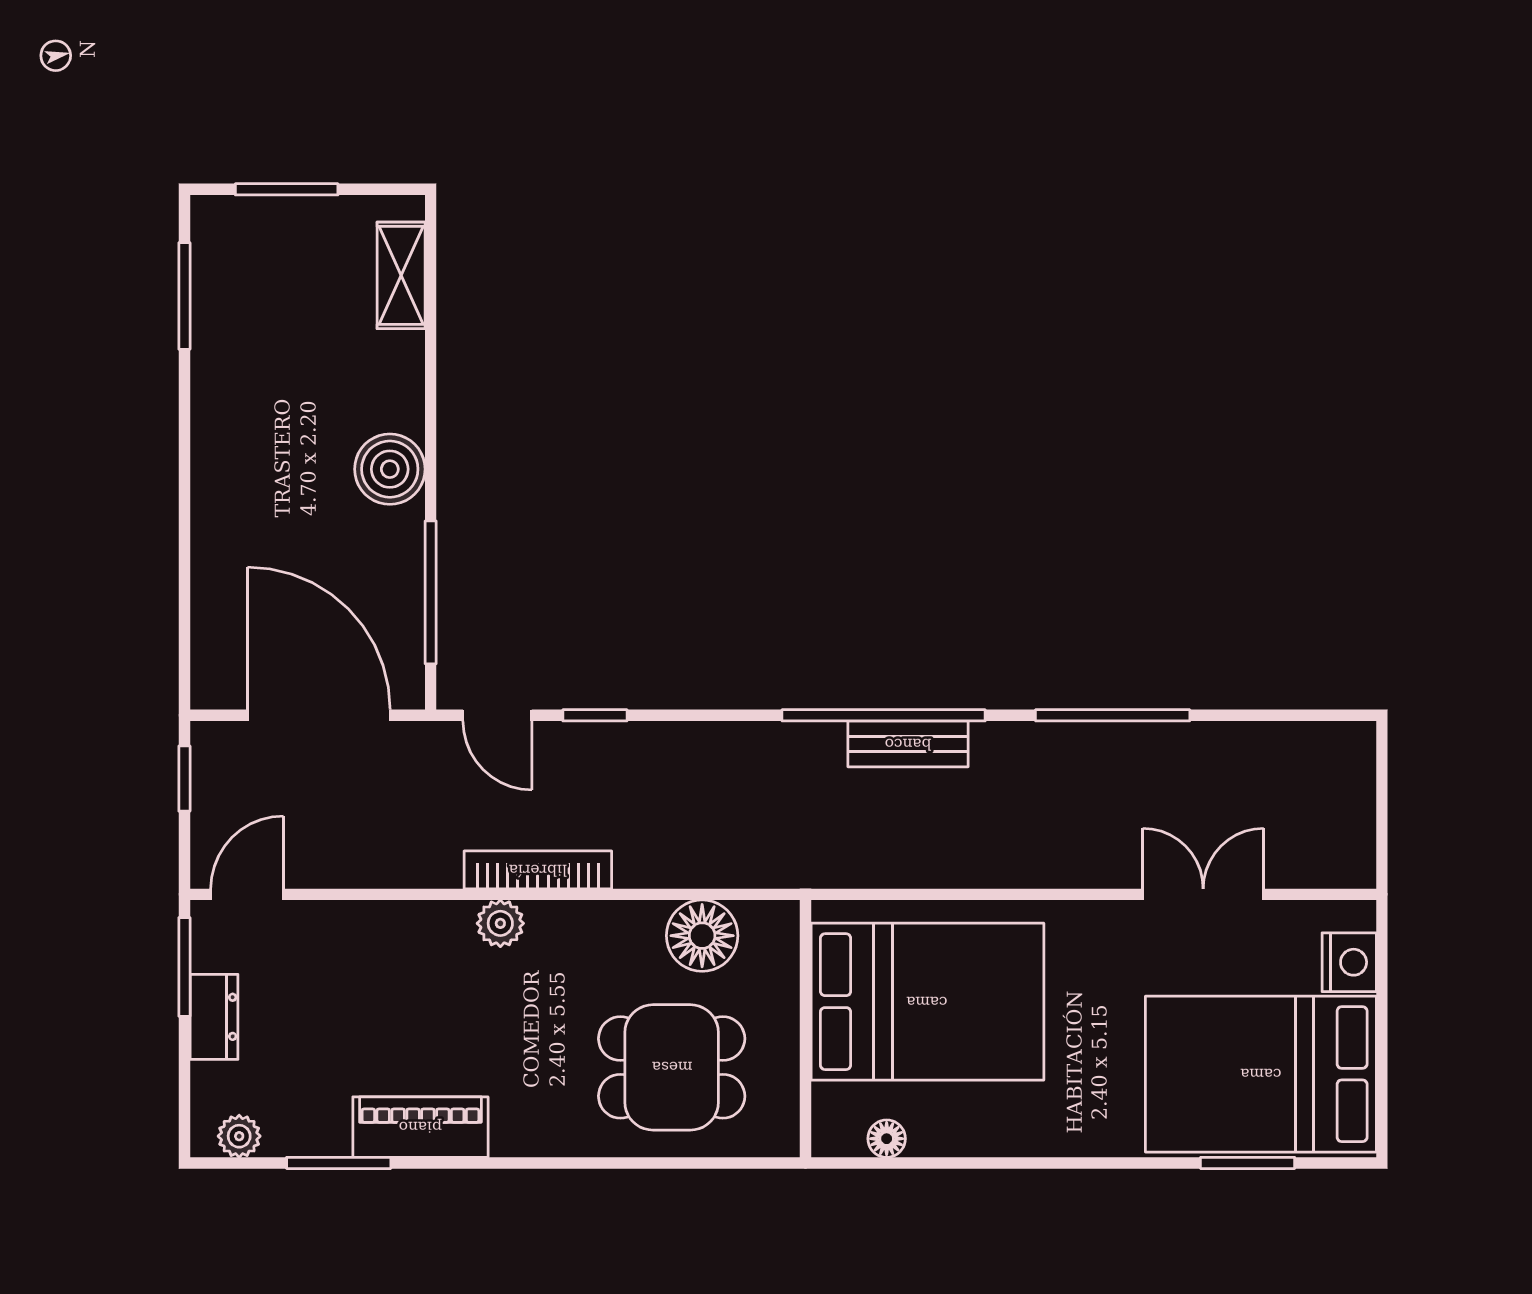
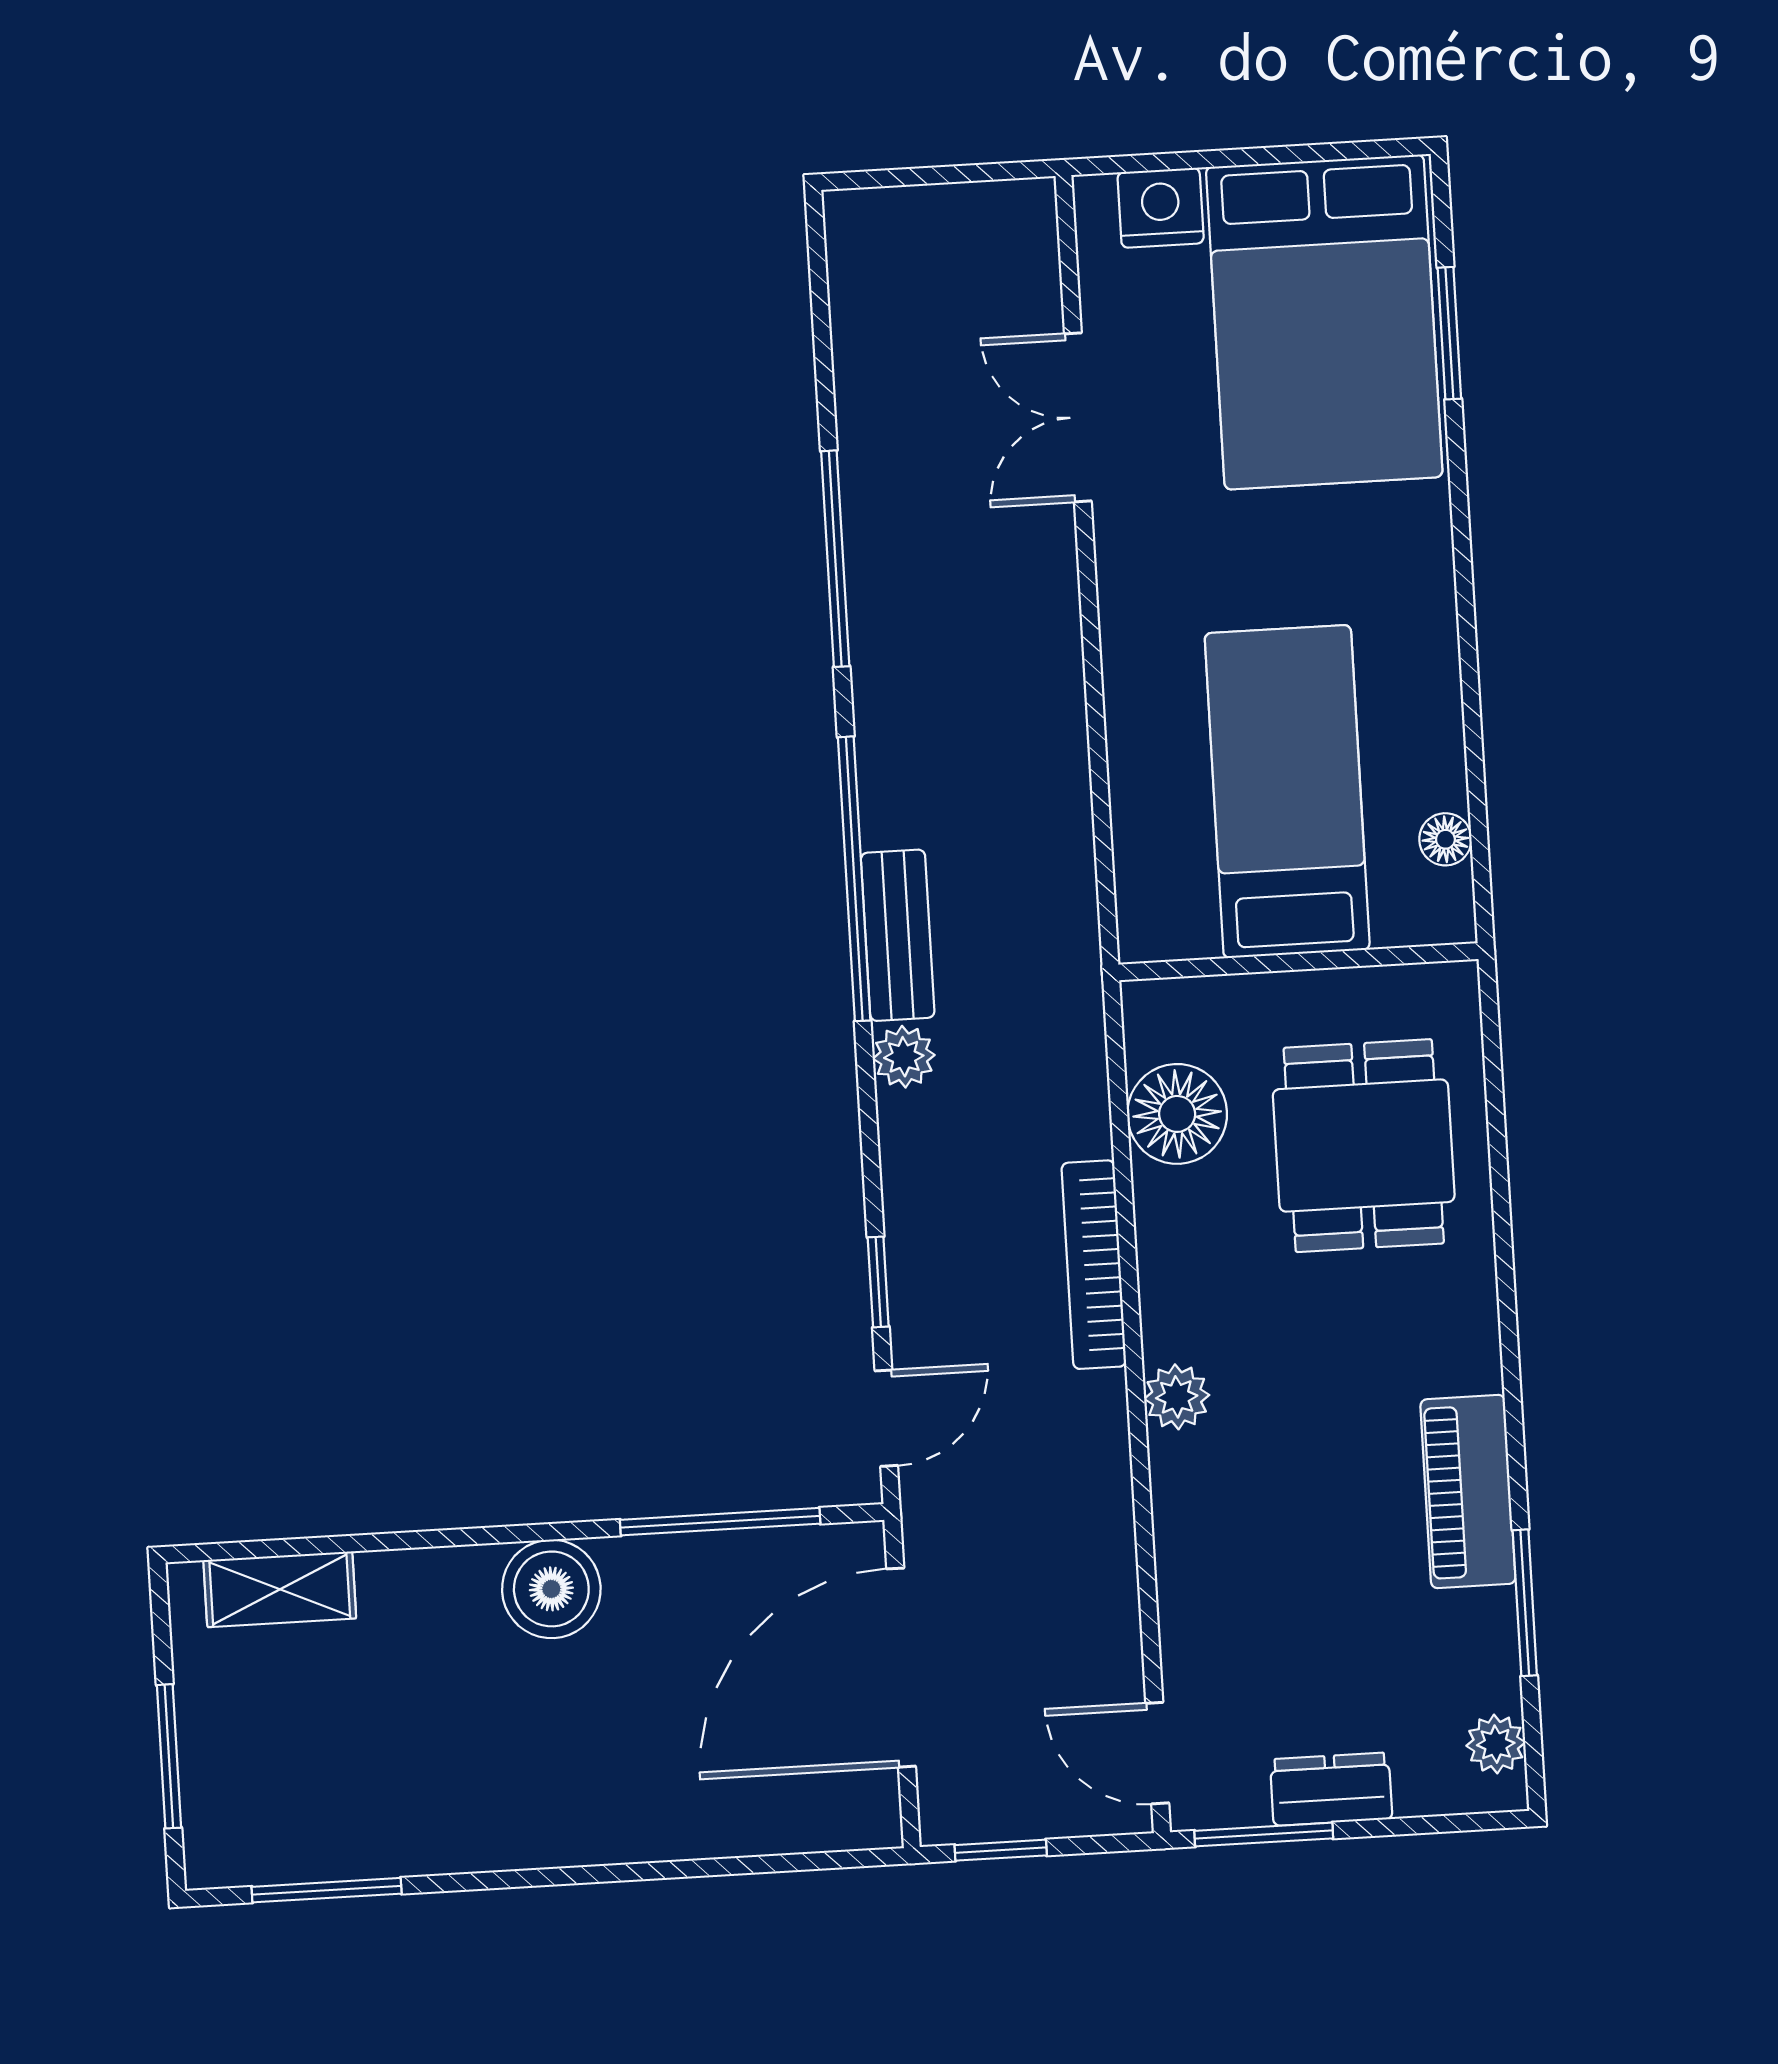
plant: (755, 743) -> (904, 1057), added
bench: (908, 744) -> (898, 935), moved
bookcase: (538, 870) -> (1094, 1265), moved
bed: (927, 1002) -> (1287, 792), width x0.67

